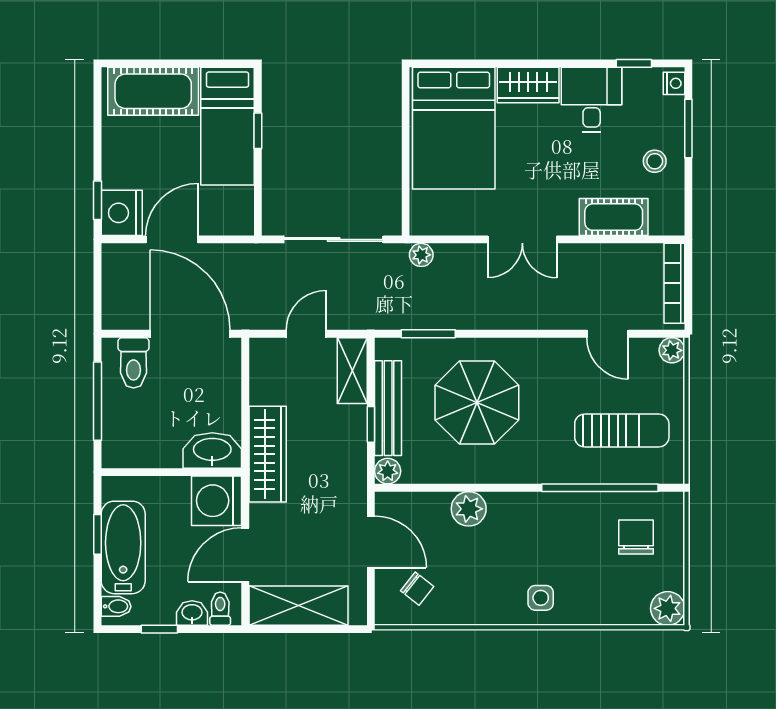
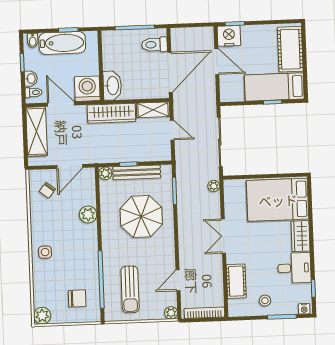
shelving: (352, 371) -> (153, 110), moved

